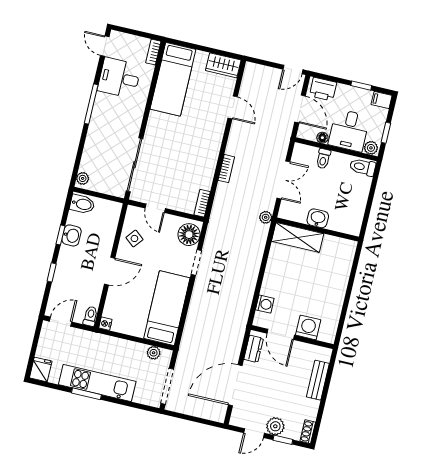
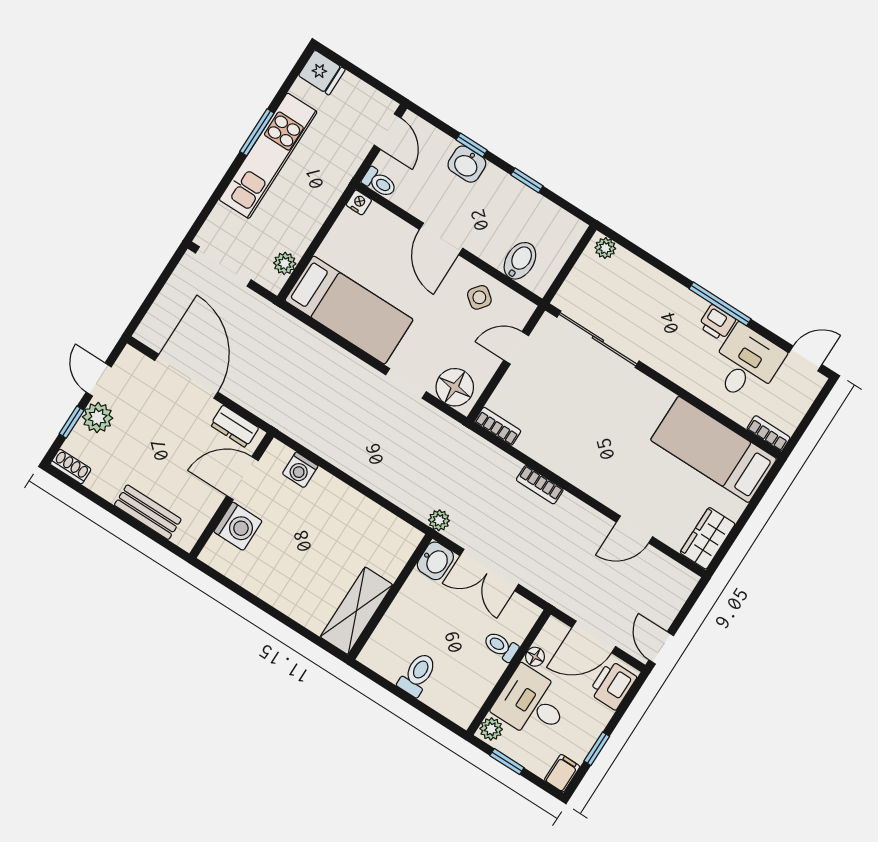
printer: (102, 102) -> (717, 323), added
toilet: (363, 167) -> (418, 674), moved
bidet: (82, 204) -> (520, 261), moved, turned 180
washbasin: (318, 218) -> (435, 561), moved
washbasin: (72, 235) -> (467, 164), moved
shelving: (298, 237) -> (356, 611), moved

